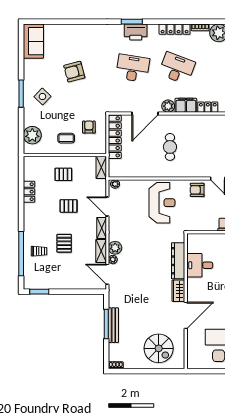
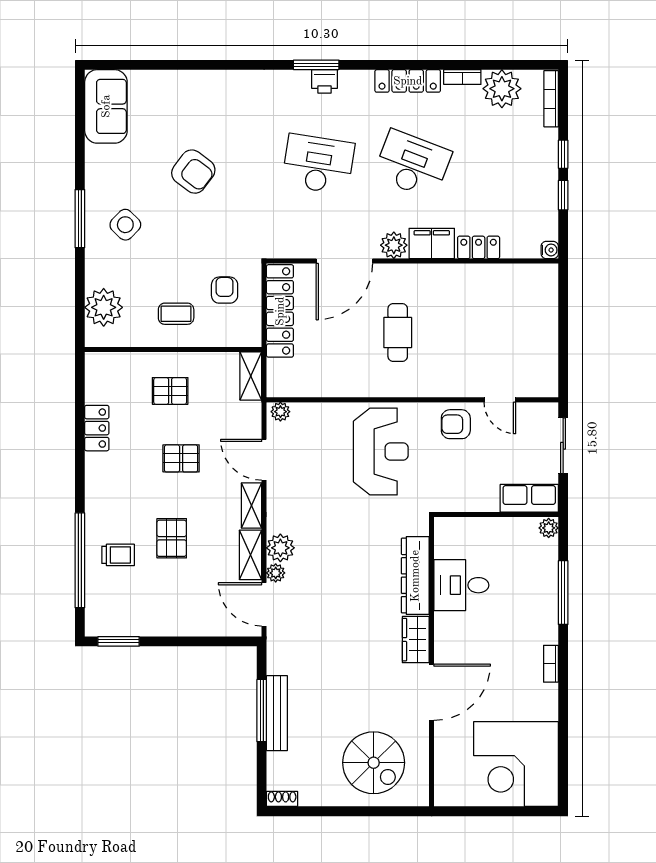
printer: (136, 32) -> (325, 81), width x0.53, depth x0.68
armchair: (74, 72) -> (193, 172), turned -128

